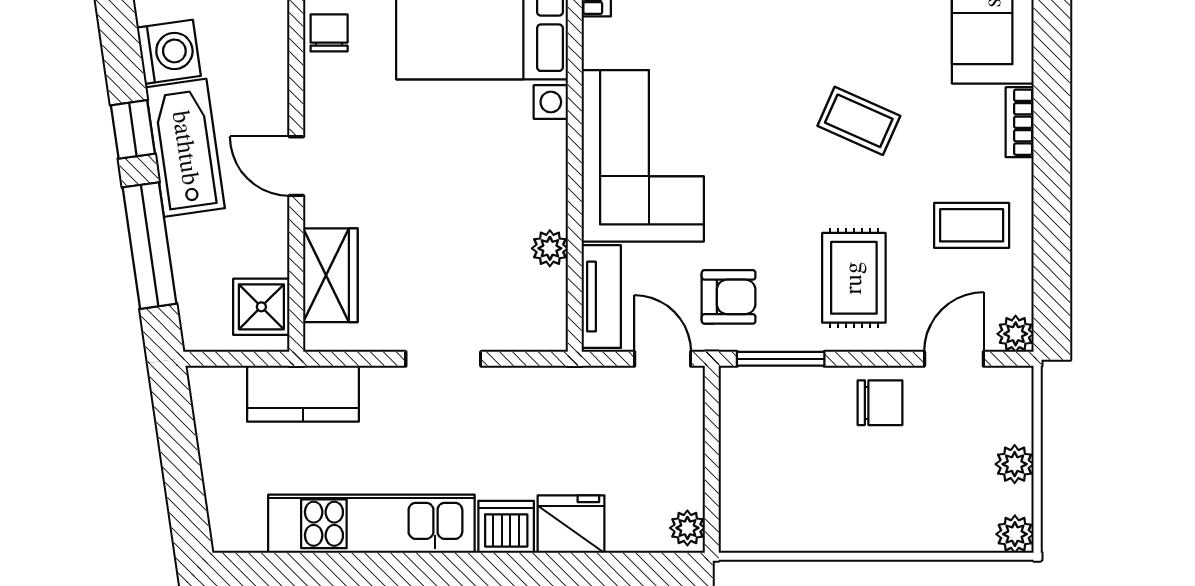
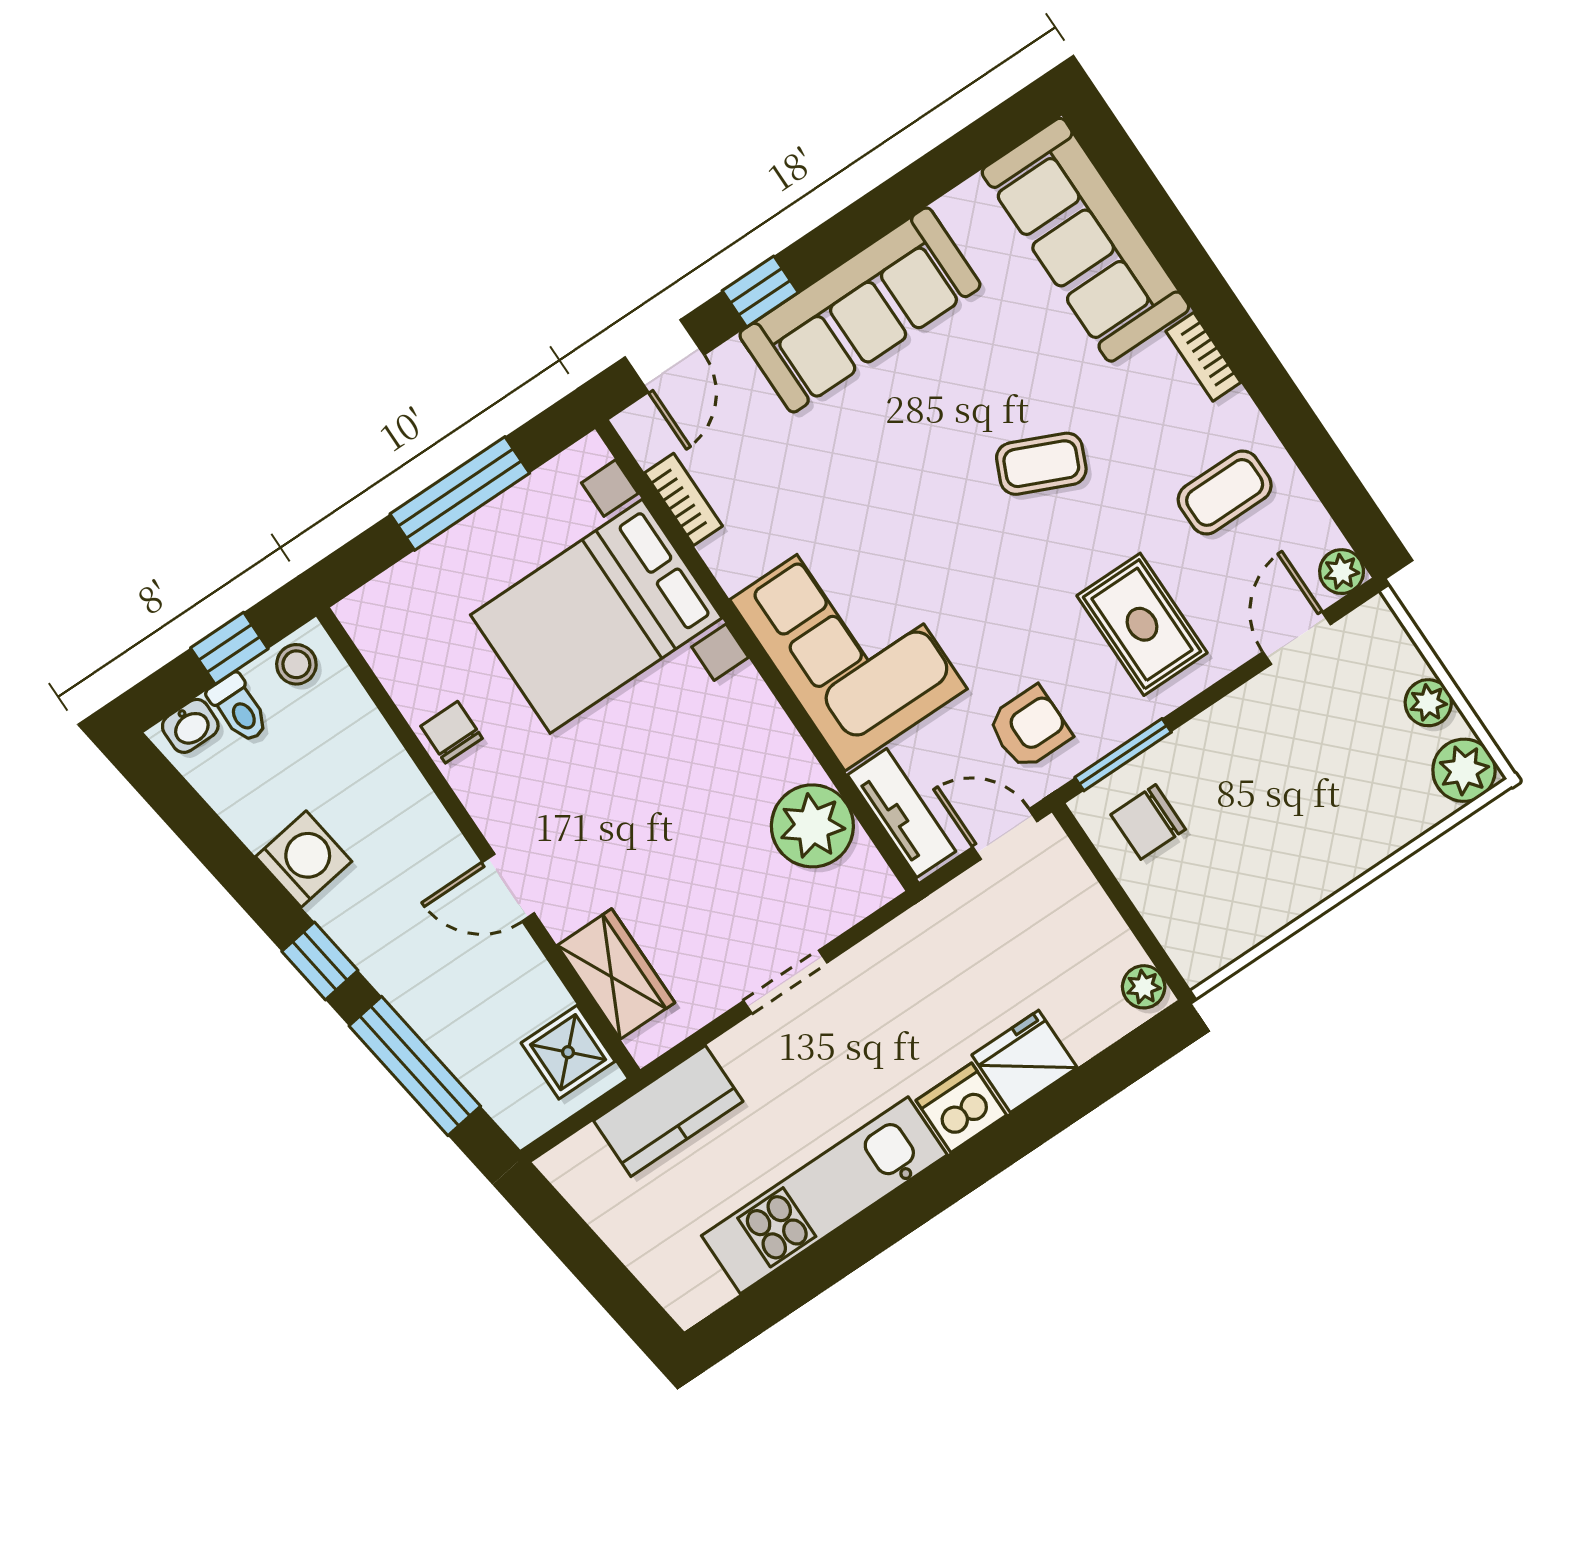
bathtub: (185, 148) -> (385, 944), removed
plant: (550, 248) -> (812, 826), width x1.88, depth x1.88
chair: (880, 403) -> (1148, 822), moved, turned 180
plant: (1015, 534) -> (1464, 770), width x1.38, depth x1.38

